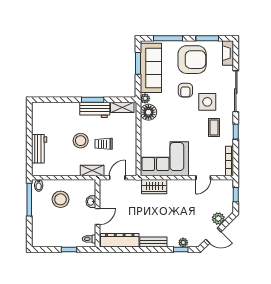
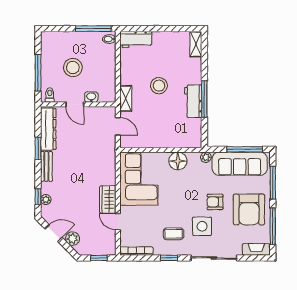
window: (207, 38) -> (273, 226), width x1.44
window: (138, 63) -> (245, 149), width x1.44
window: (93, 100) -> (204, 99), width x1.44
shelving: (122, 107) -> (196, 44), moved
floor lamp: (148, 112) -> (178, 161), moved
trolley: (104, 144) -> (155, 111), removed
workbench: (39, 149) -> (136, 39), moved
wardrobe: (154, 187) -> (108, 199), moved
stool: (60, 199) -> (73, 68), moved
door: (213, 236) -> (54, 233), swing flipped
window: (69, 250) -> (38, 73), width x2.17
window: (137, 250) -> (38, 148), added

